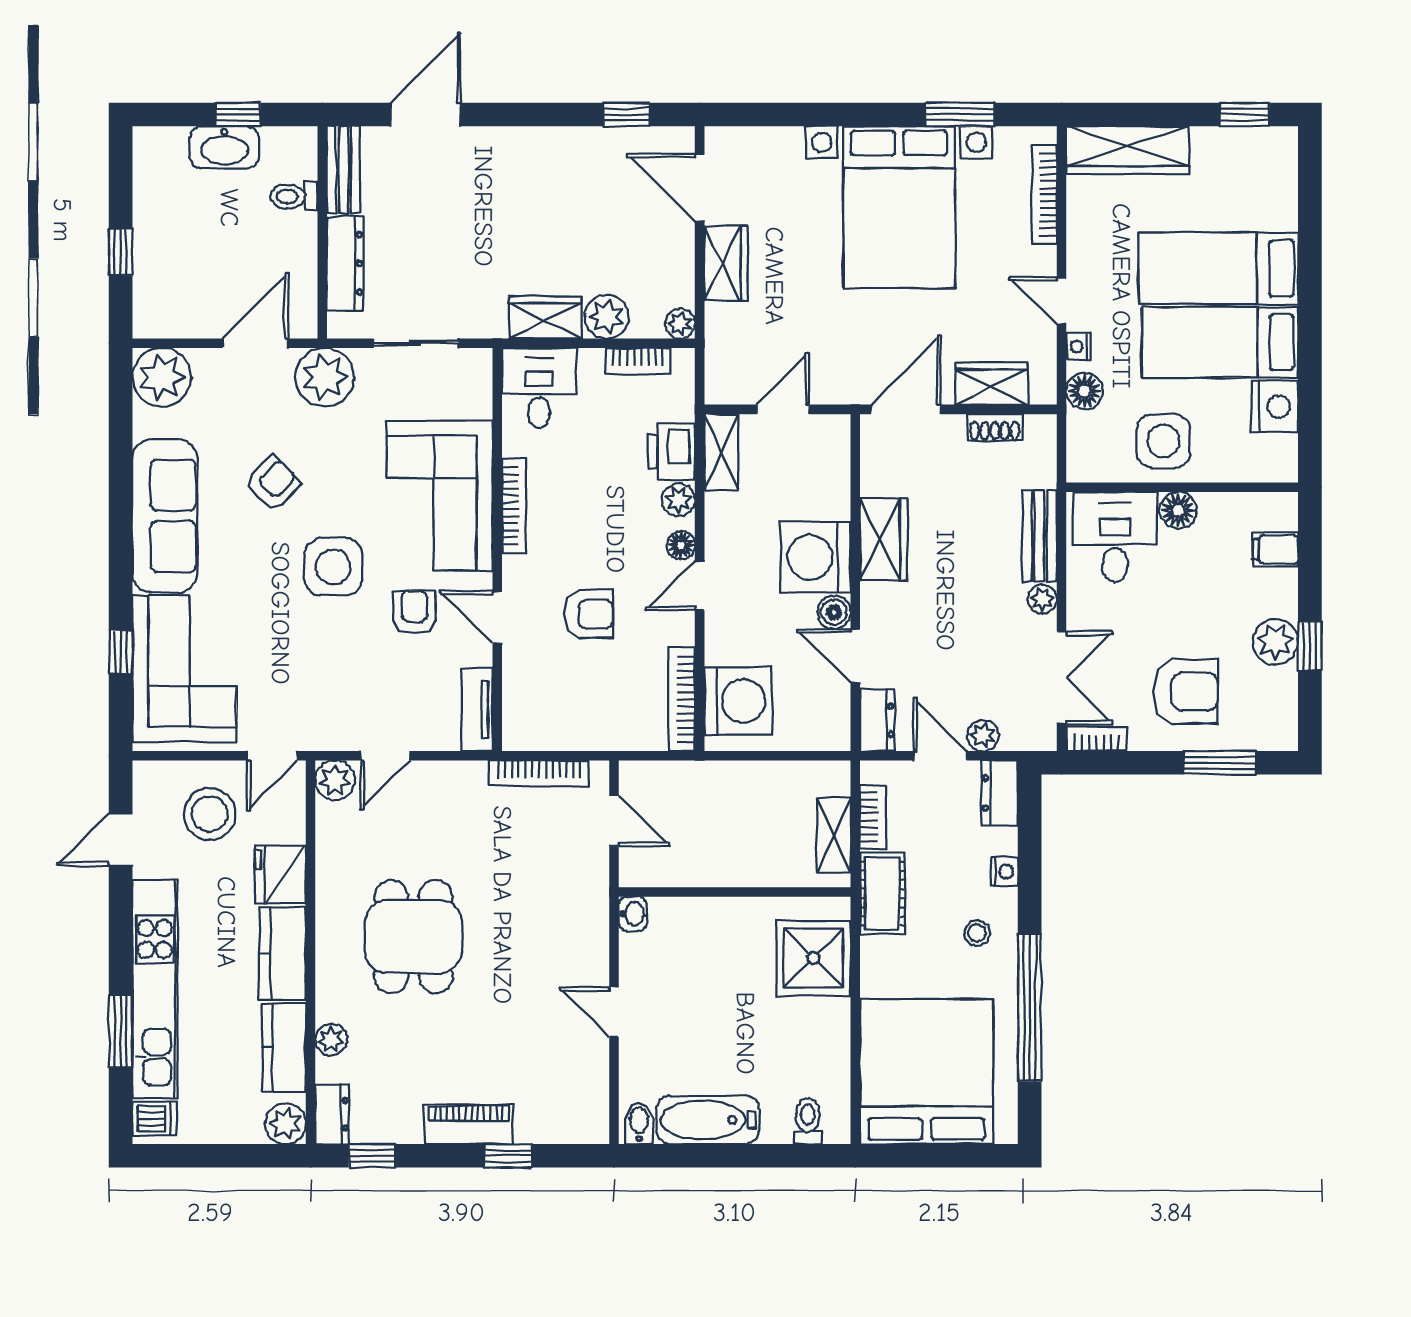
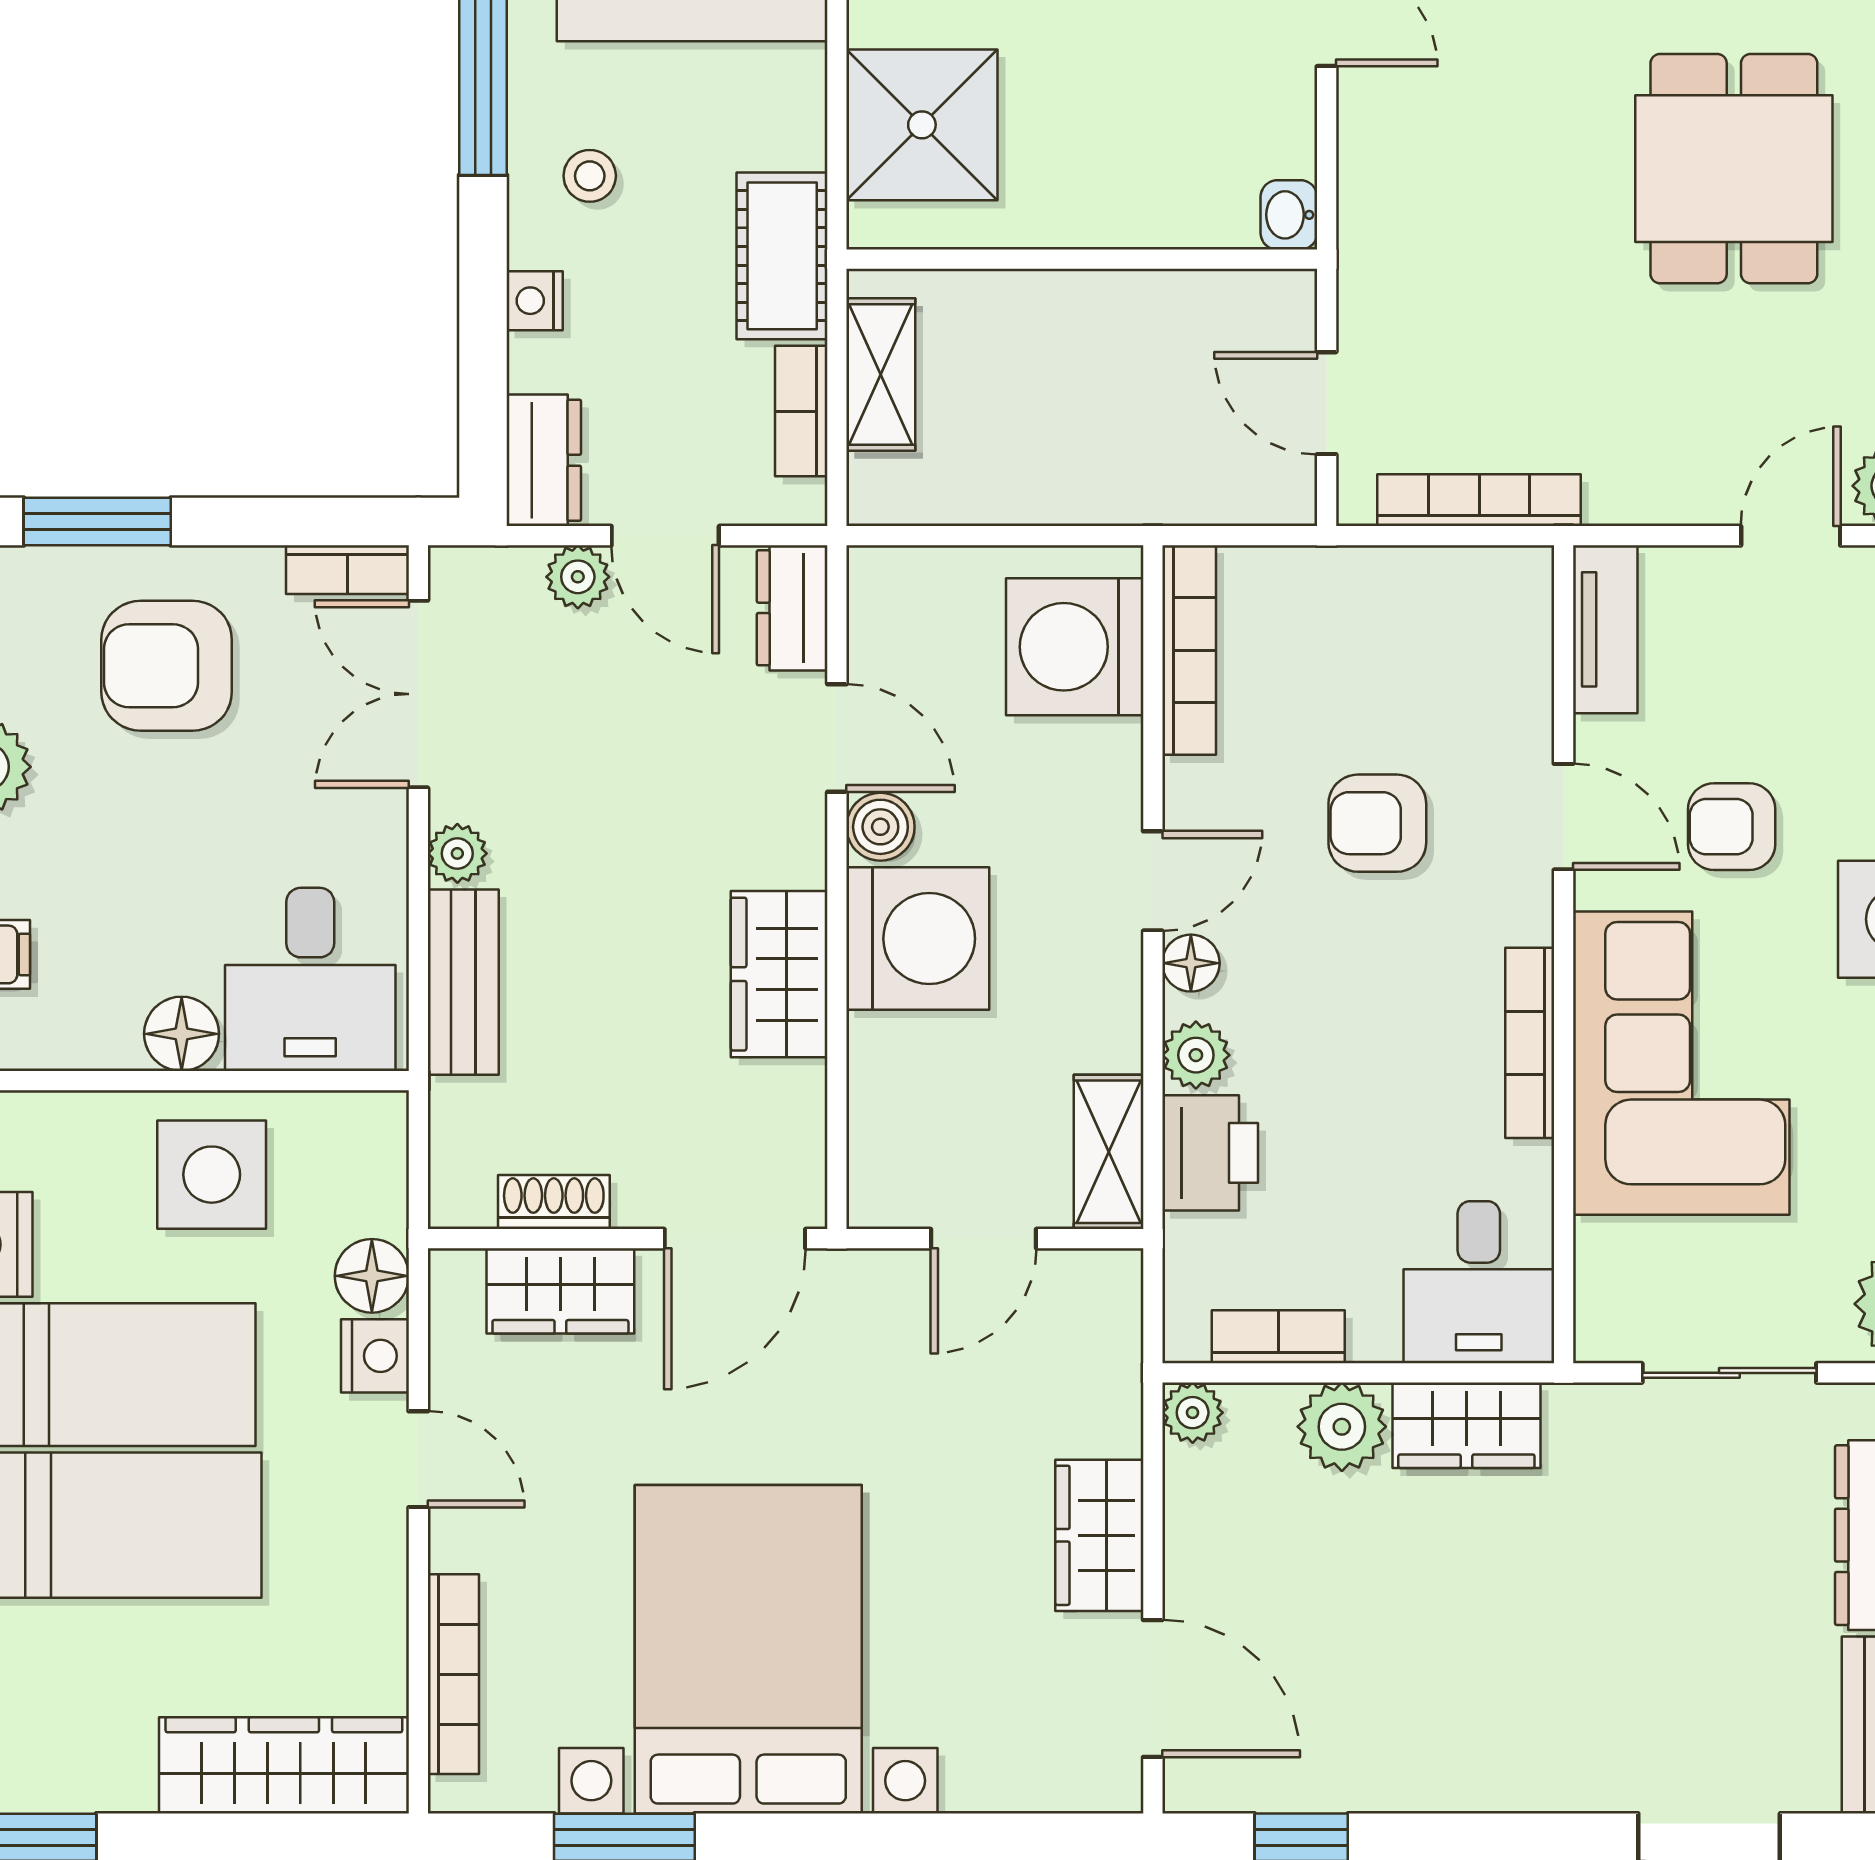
nightstand: (1079, 347) -> (375, 1356), width x1.39, depth x1.35
armchair: (415, 612) -> (1732, 827), turned 90

